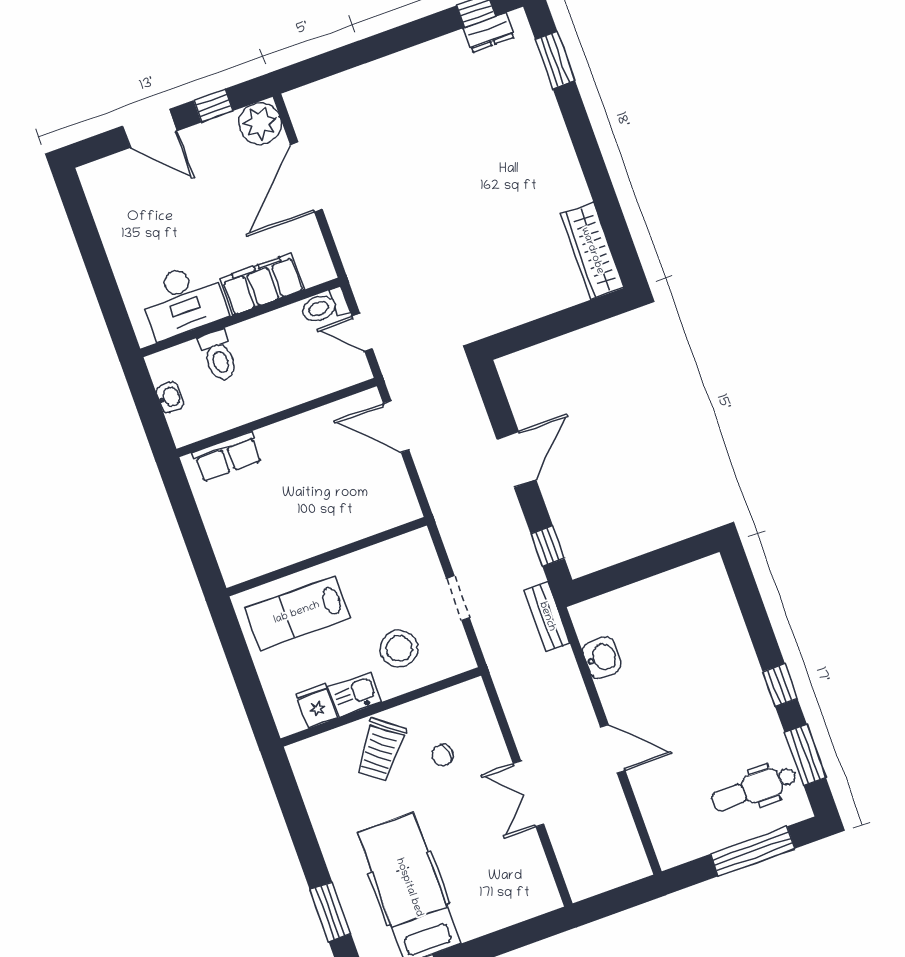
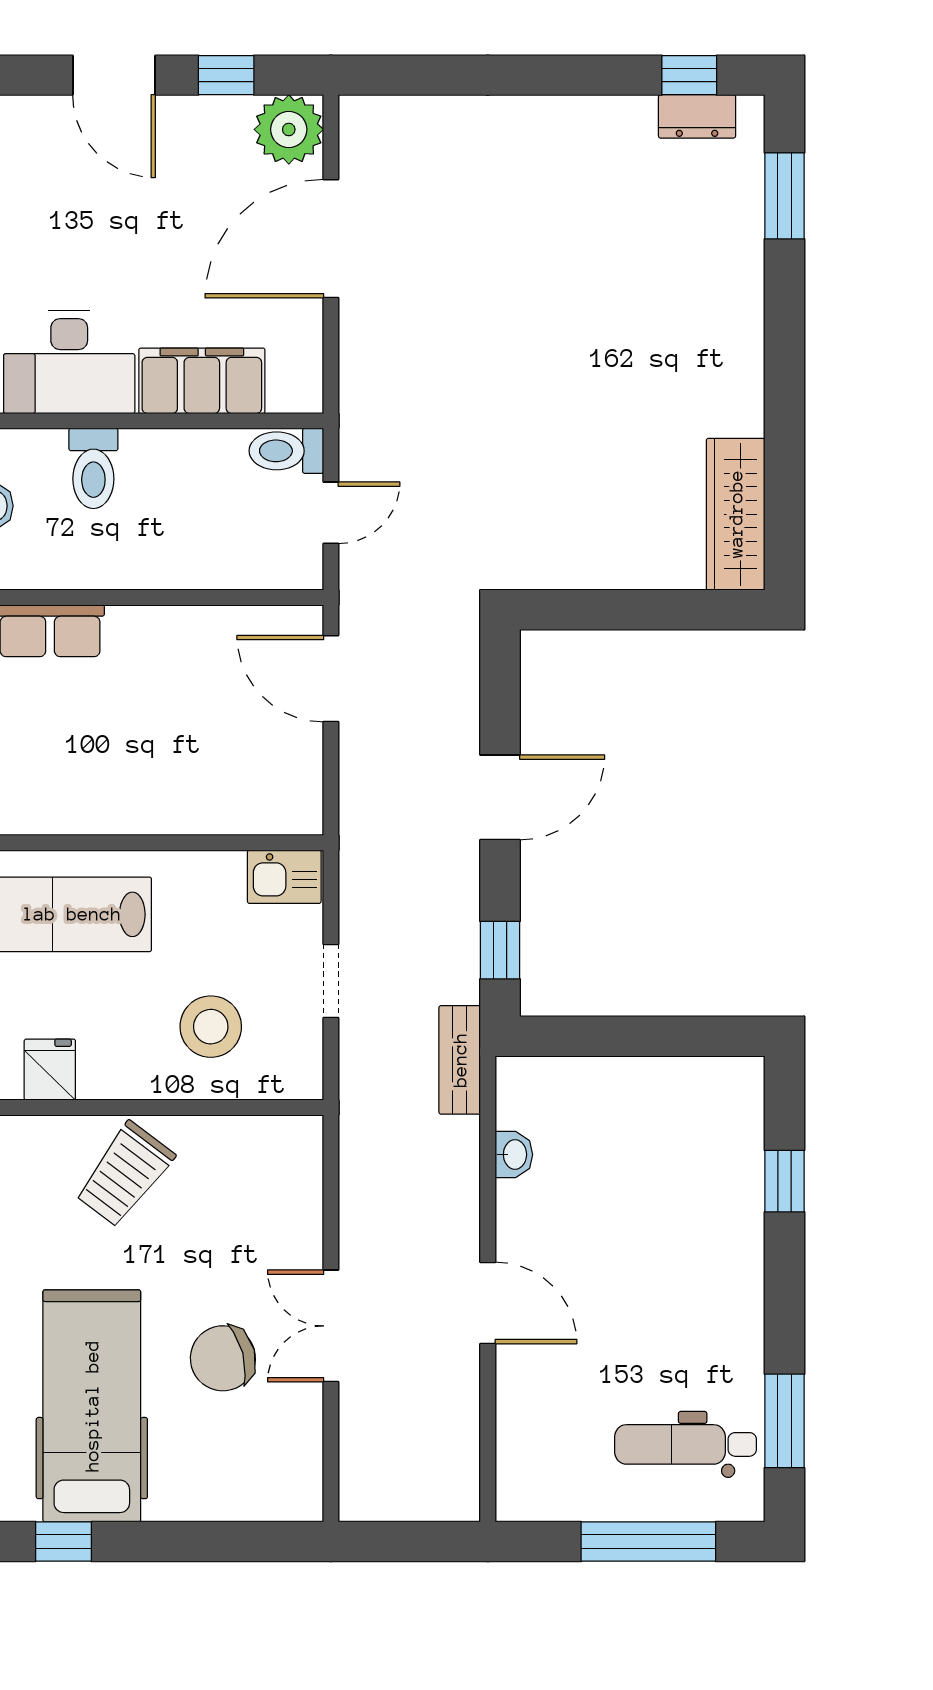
door: (362, 332) -> (331, 513), swing flipped
washbasin: (602, 657) -> (514, 1155), width x0.72, depth x0.69
window: (780, 685) -> (785, 1181), moved
kitchen sink: (355, 694) -> (284, 877), moved, turned 180
chair: (443, 755) -> (223, 1358), moved, width x1.87, depth x1.87

